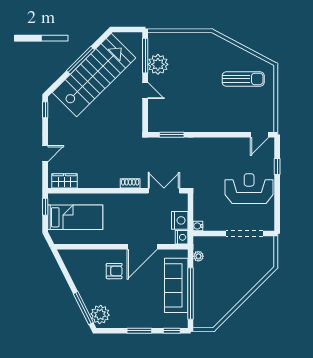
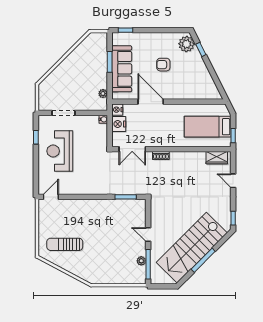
plant: (158, 64) -> (141, 261), width x0.53, depth x0.53
door: (45, 154) -> (233, 181), hinge flipped
window: (277, 167) -> (36, 137), moved
reception desk: (249, 189) -> (60, 151), turned 90
doorway: (245, 233) -> (64, 113), width x0.73
door: (142, 247) -> (151, 102), hinge flipped
armchair: (114, 271) -> (163, 65), moved
window: (190, 293) -> (110, 62), width x0.47
window: (83, 308) -> (201, 49), width x0.46
window: (139, 331) -> (153, 30), removed

